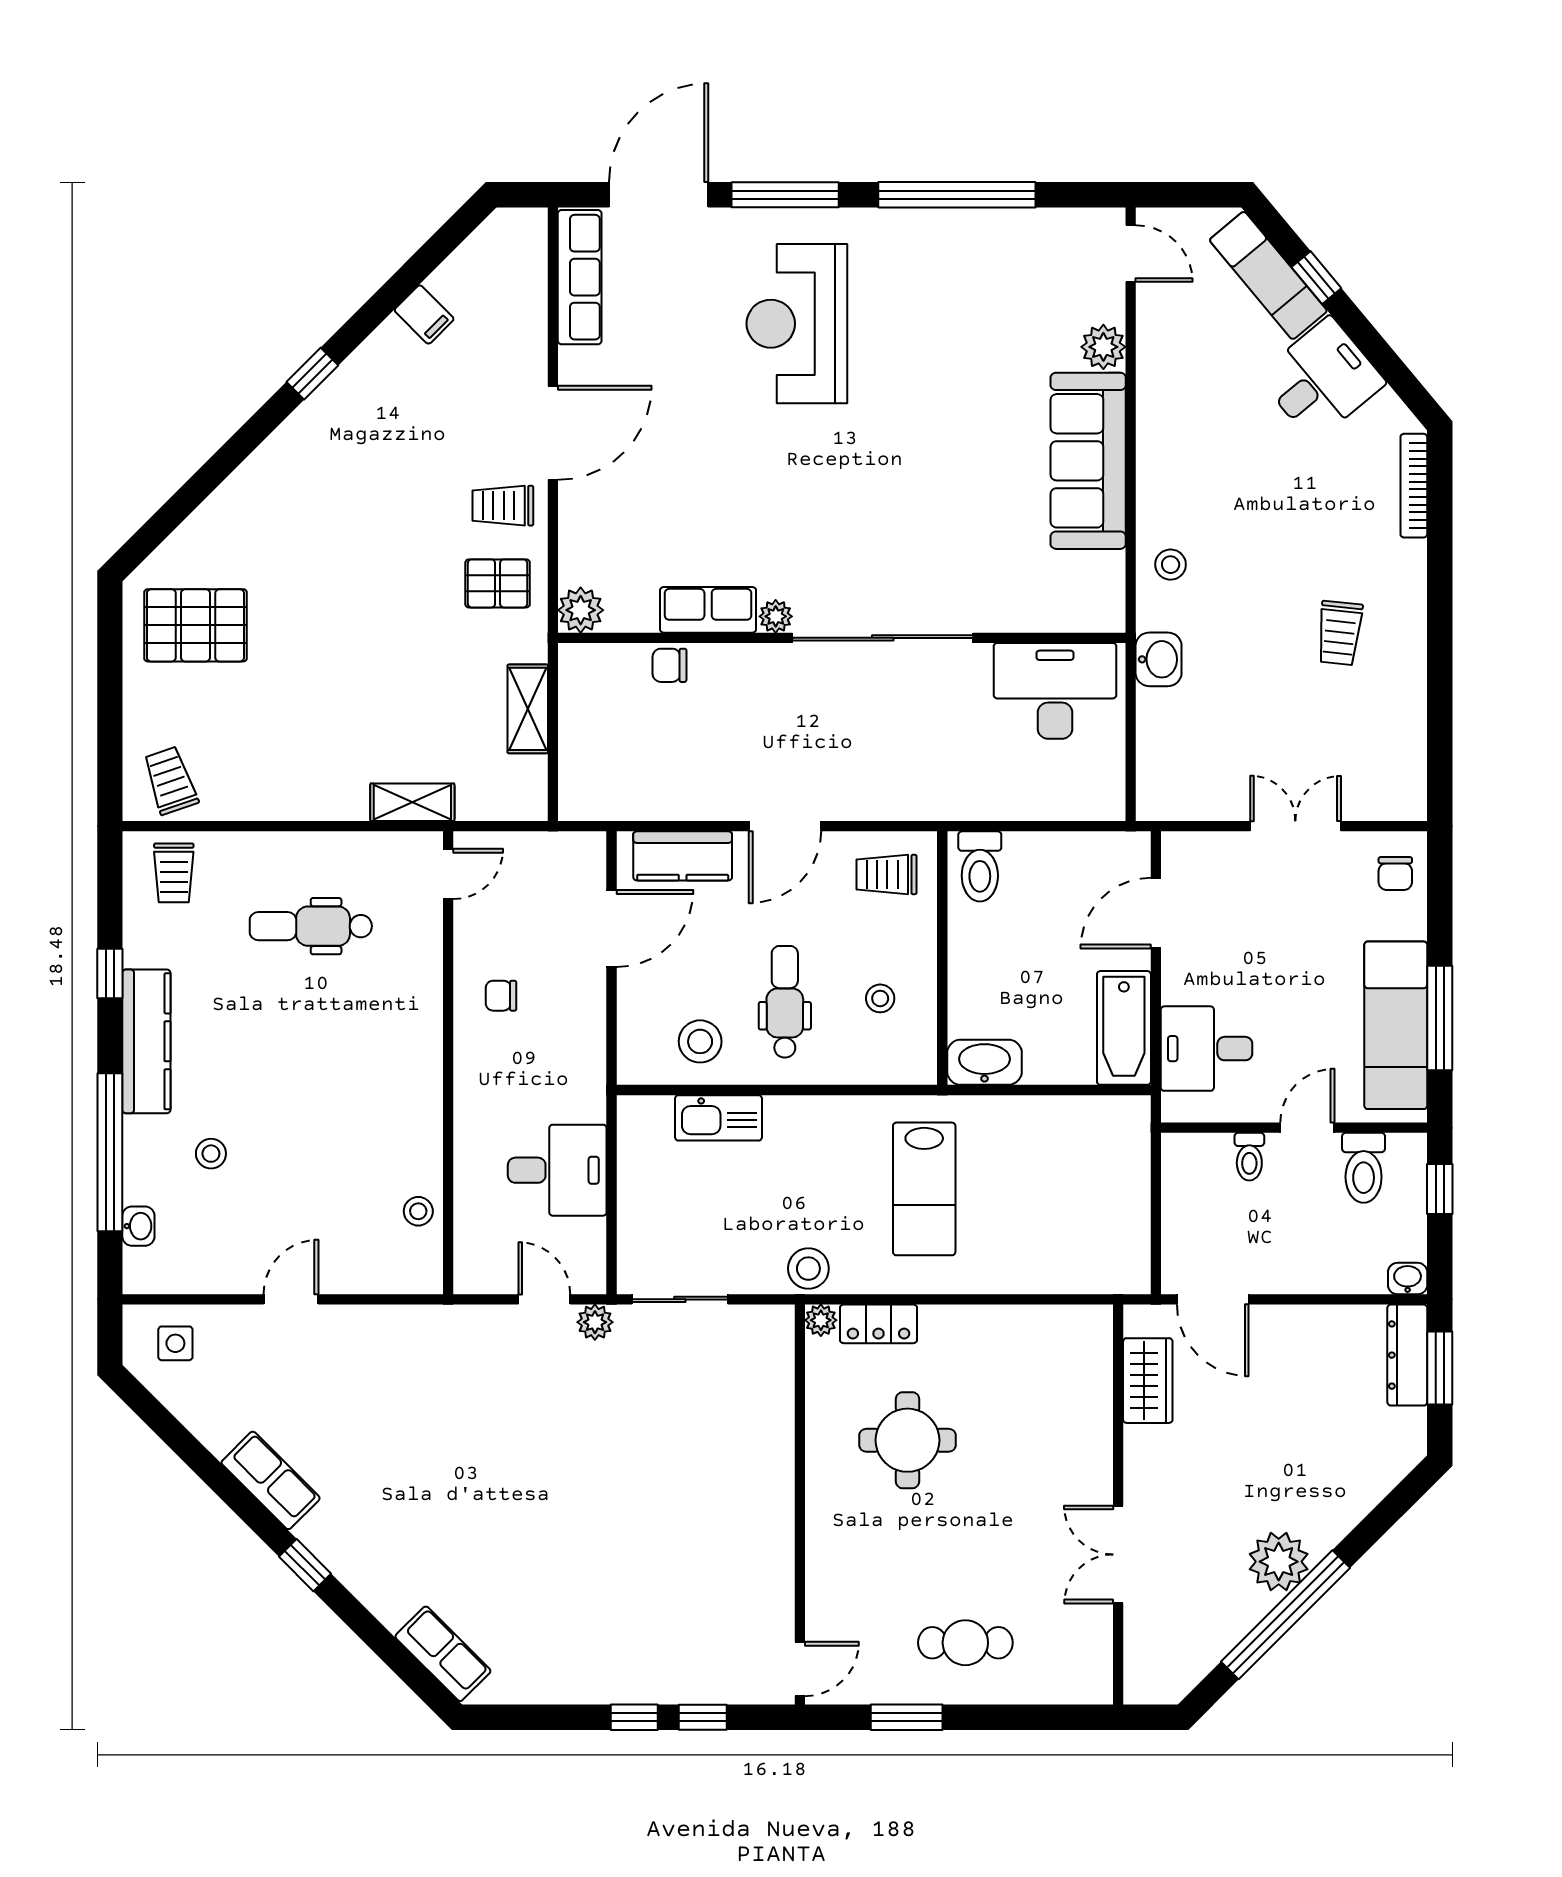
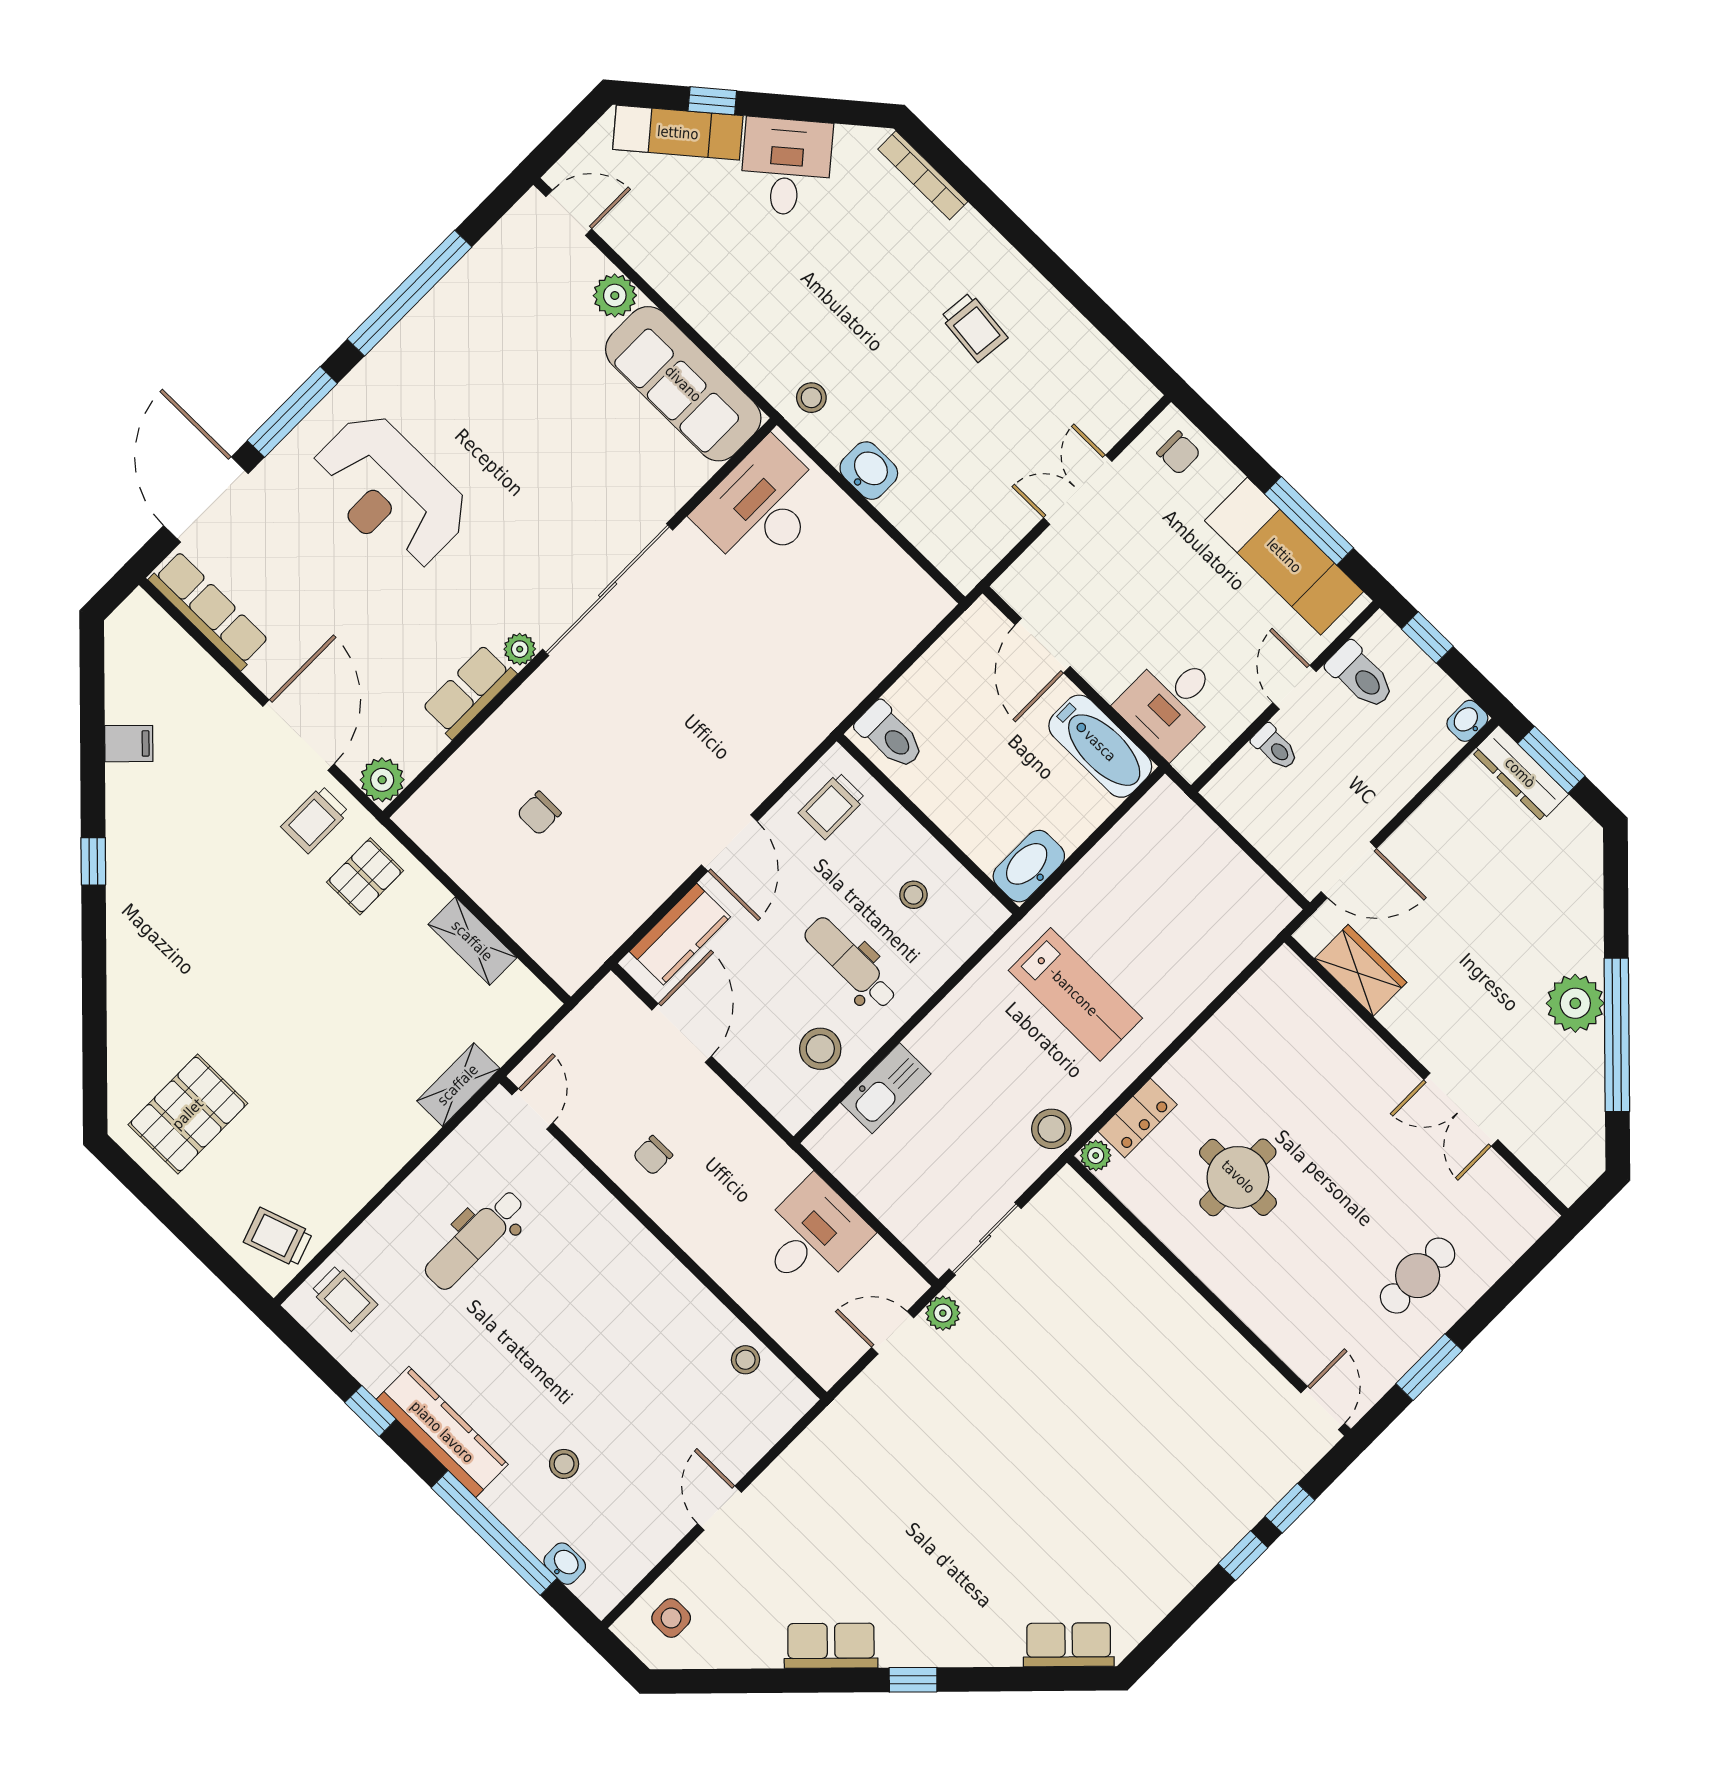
plant: (581, 610) -> (382, 780), moved
row of seats: (708, 610) -> (469, 691), moved
plant: (776, 616) -> (520, 649), moved
wall: (842, 638) -> (580, 618), moved
sliding door: (883, 638) -> (608, 590), moved
desk: (1055, 691) -> (762, 507), moved

